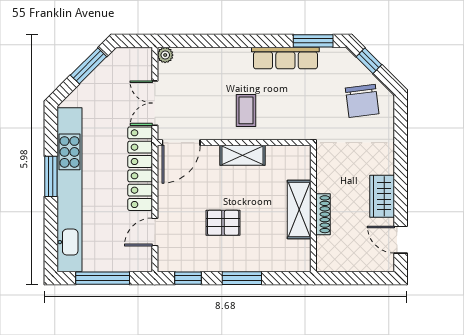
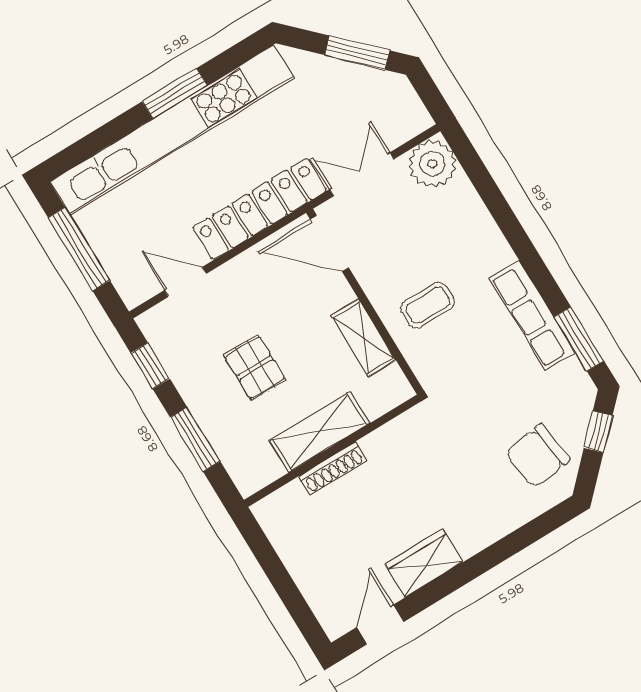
plant: (165, 55) -> (432, 164), width x1.88, depth x1.88
wall: (313, 208) -> (333, 451), moved
shelving: (299, 209) -> (319, 432), moved
shoe rack: (323, 214) -> (333, 469), moved

